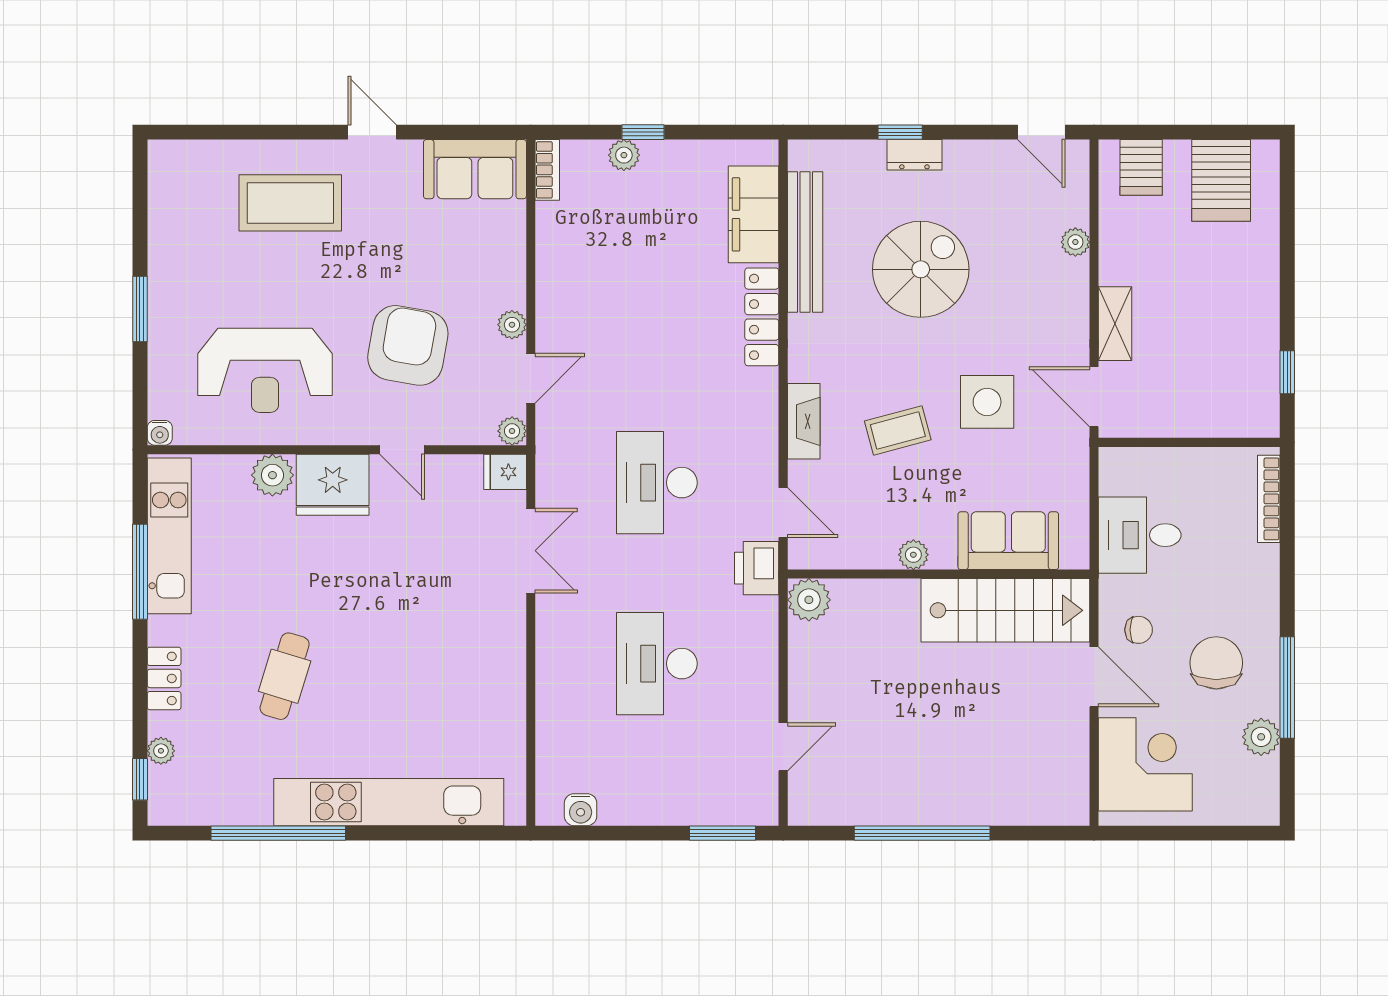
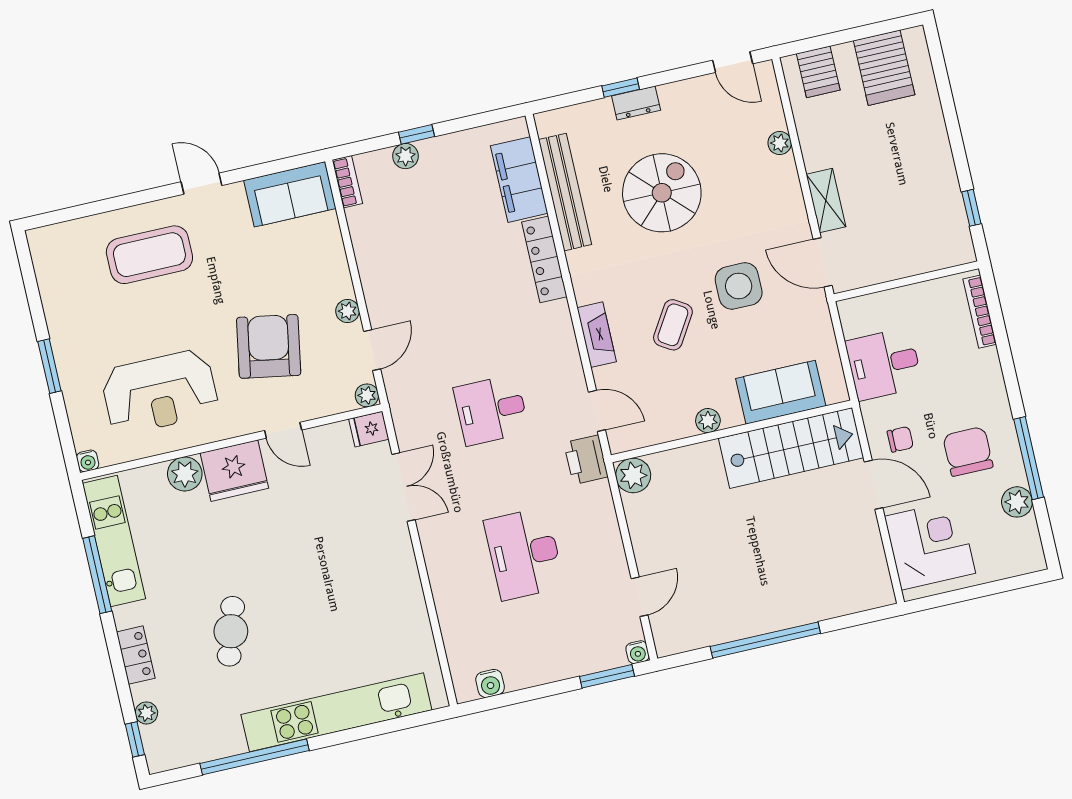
coffee table: (898, 430) -> (673, 325), turned -43
desk: (657, 483) -> (491, 410), width x0.73
water cooler: (766, 813) -> (638, 652), added

